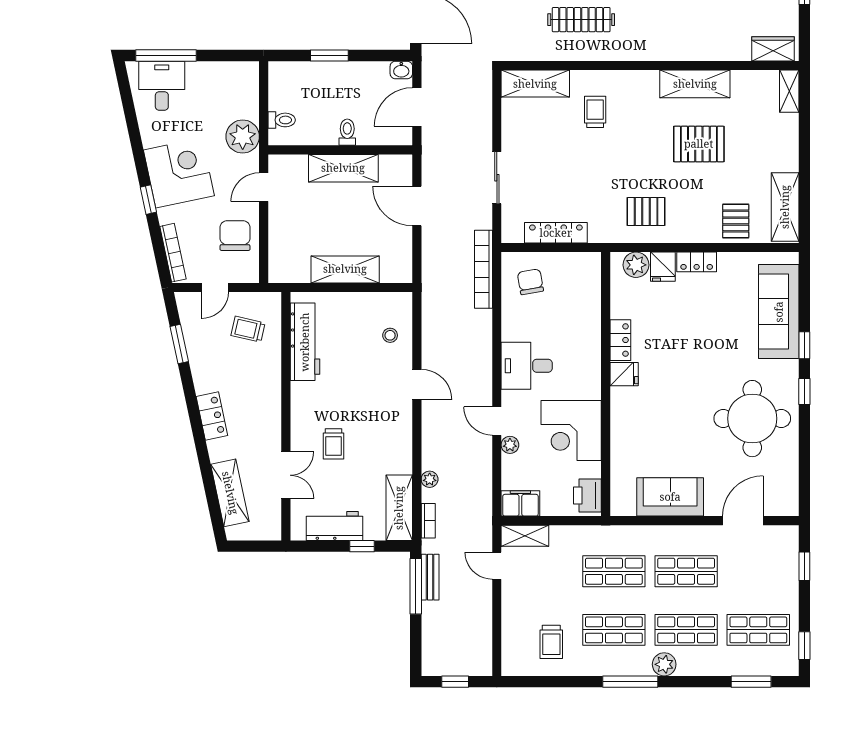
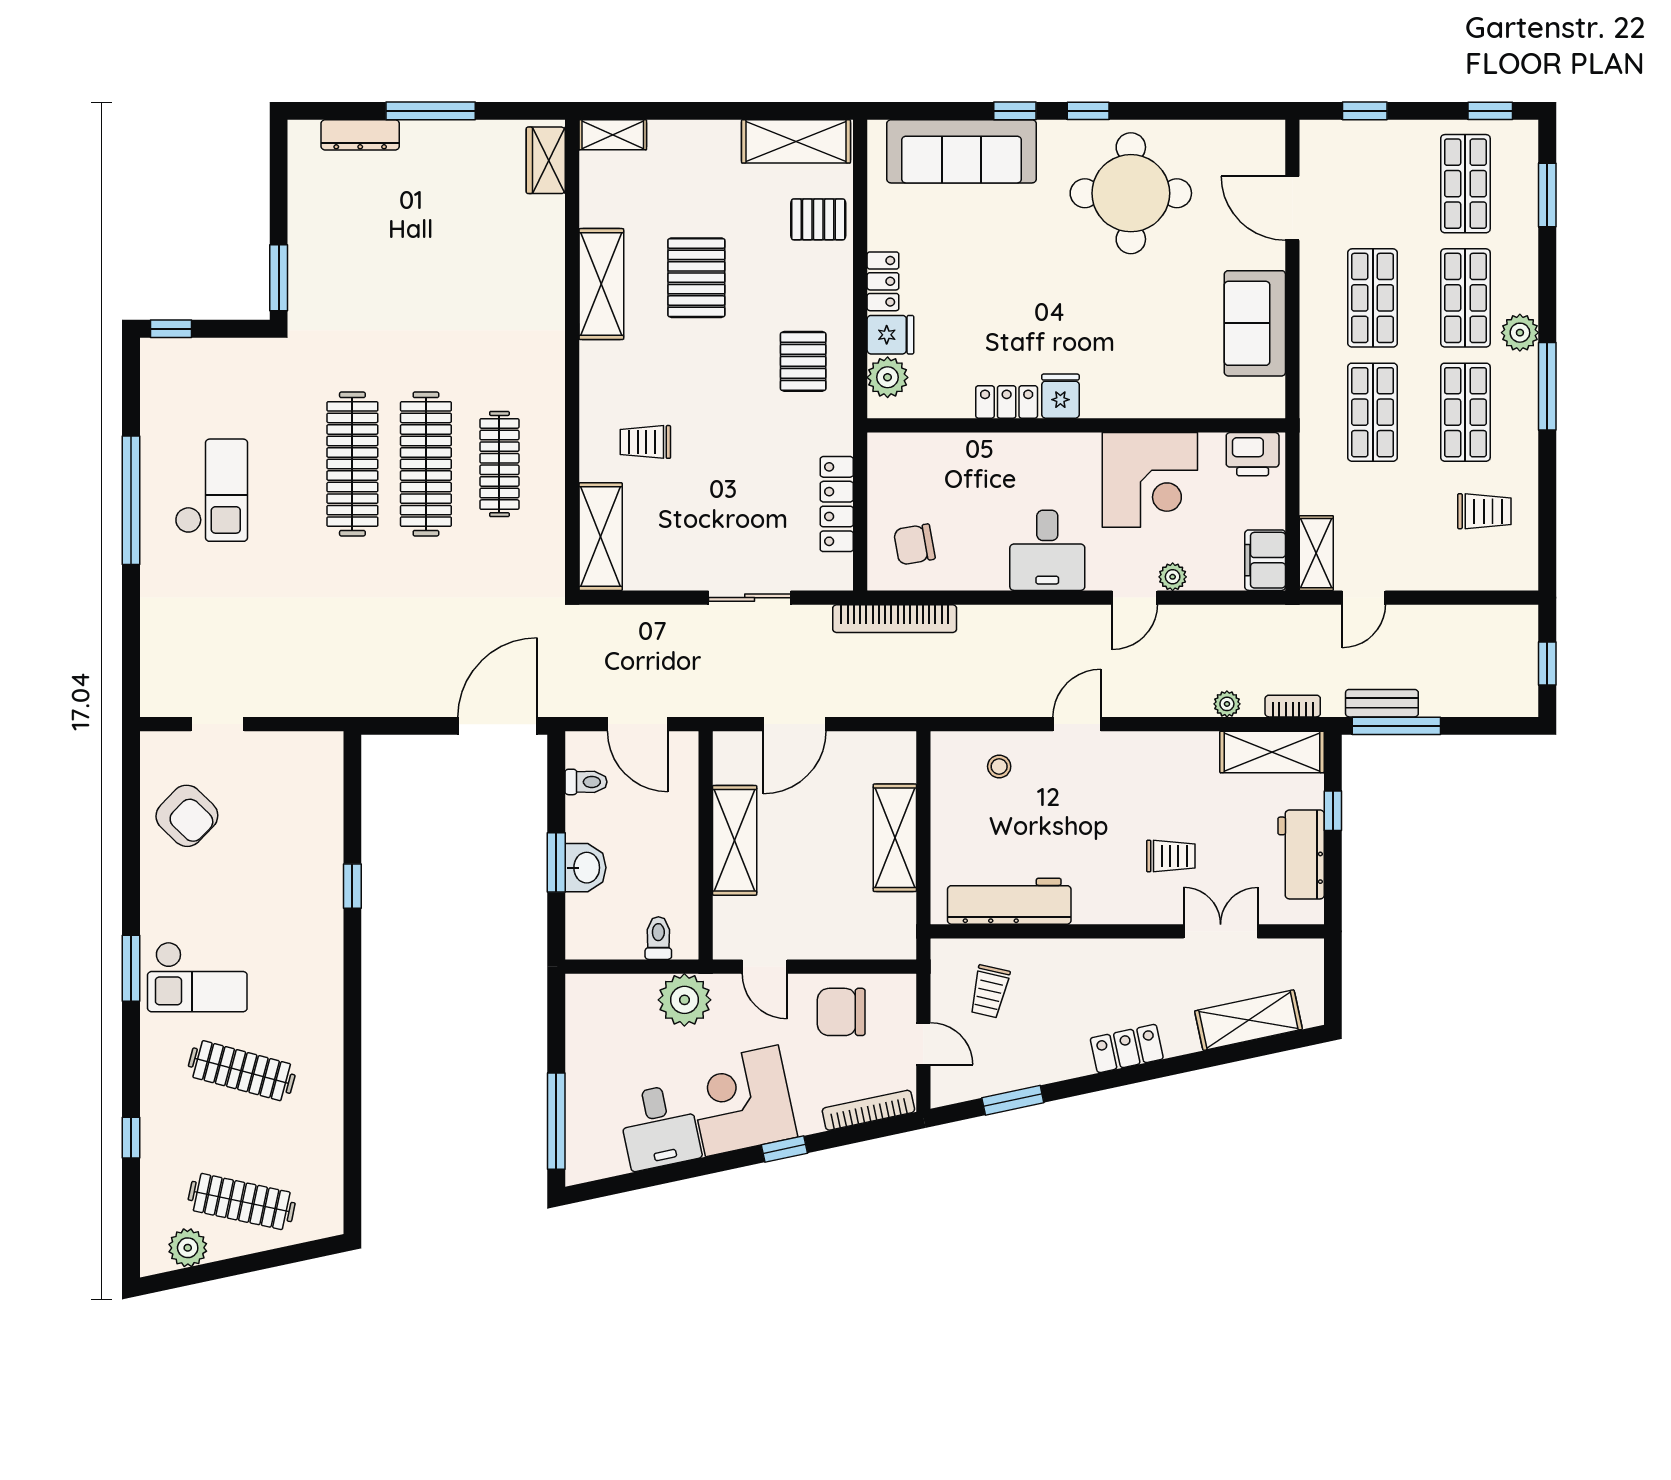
washbasin: (401, 70) -> (585, 868), moved, width x1.38, depth x1.45
desk: (162, 86) -> (659, 1127), moved, turned -102
toilet: (347, 132) -> (586, 782), moved, turned 180

